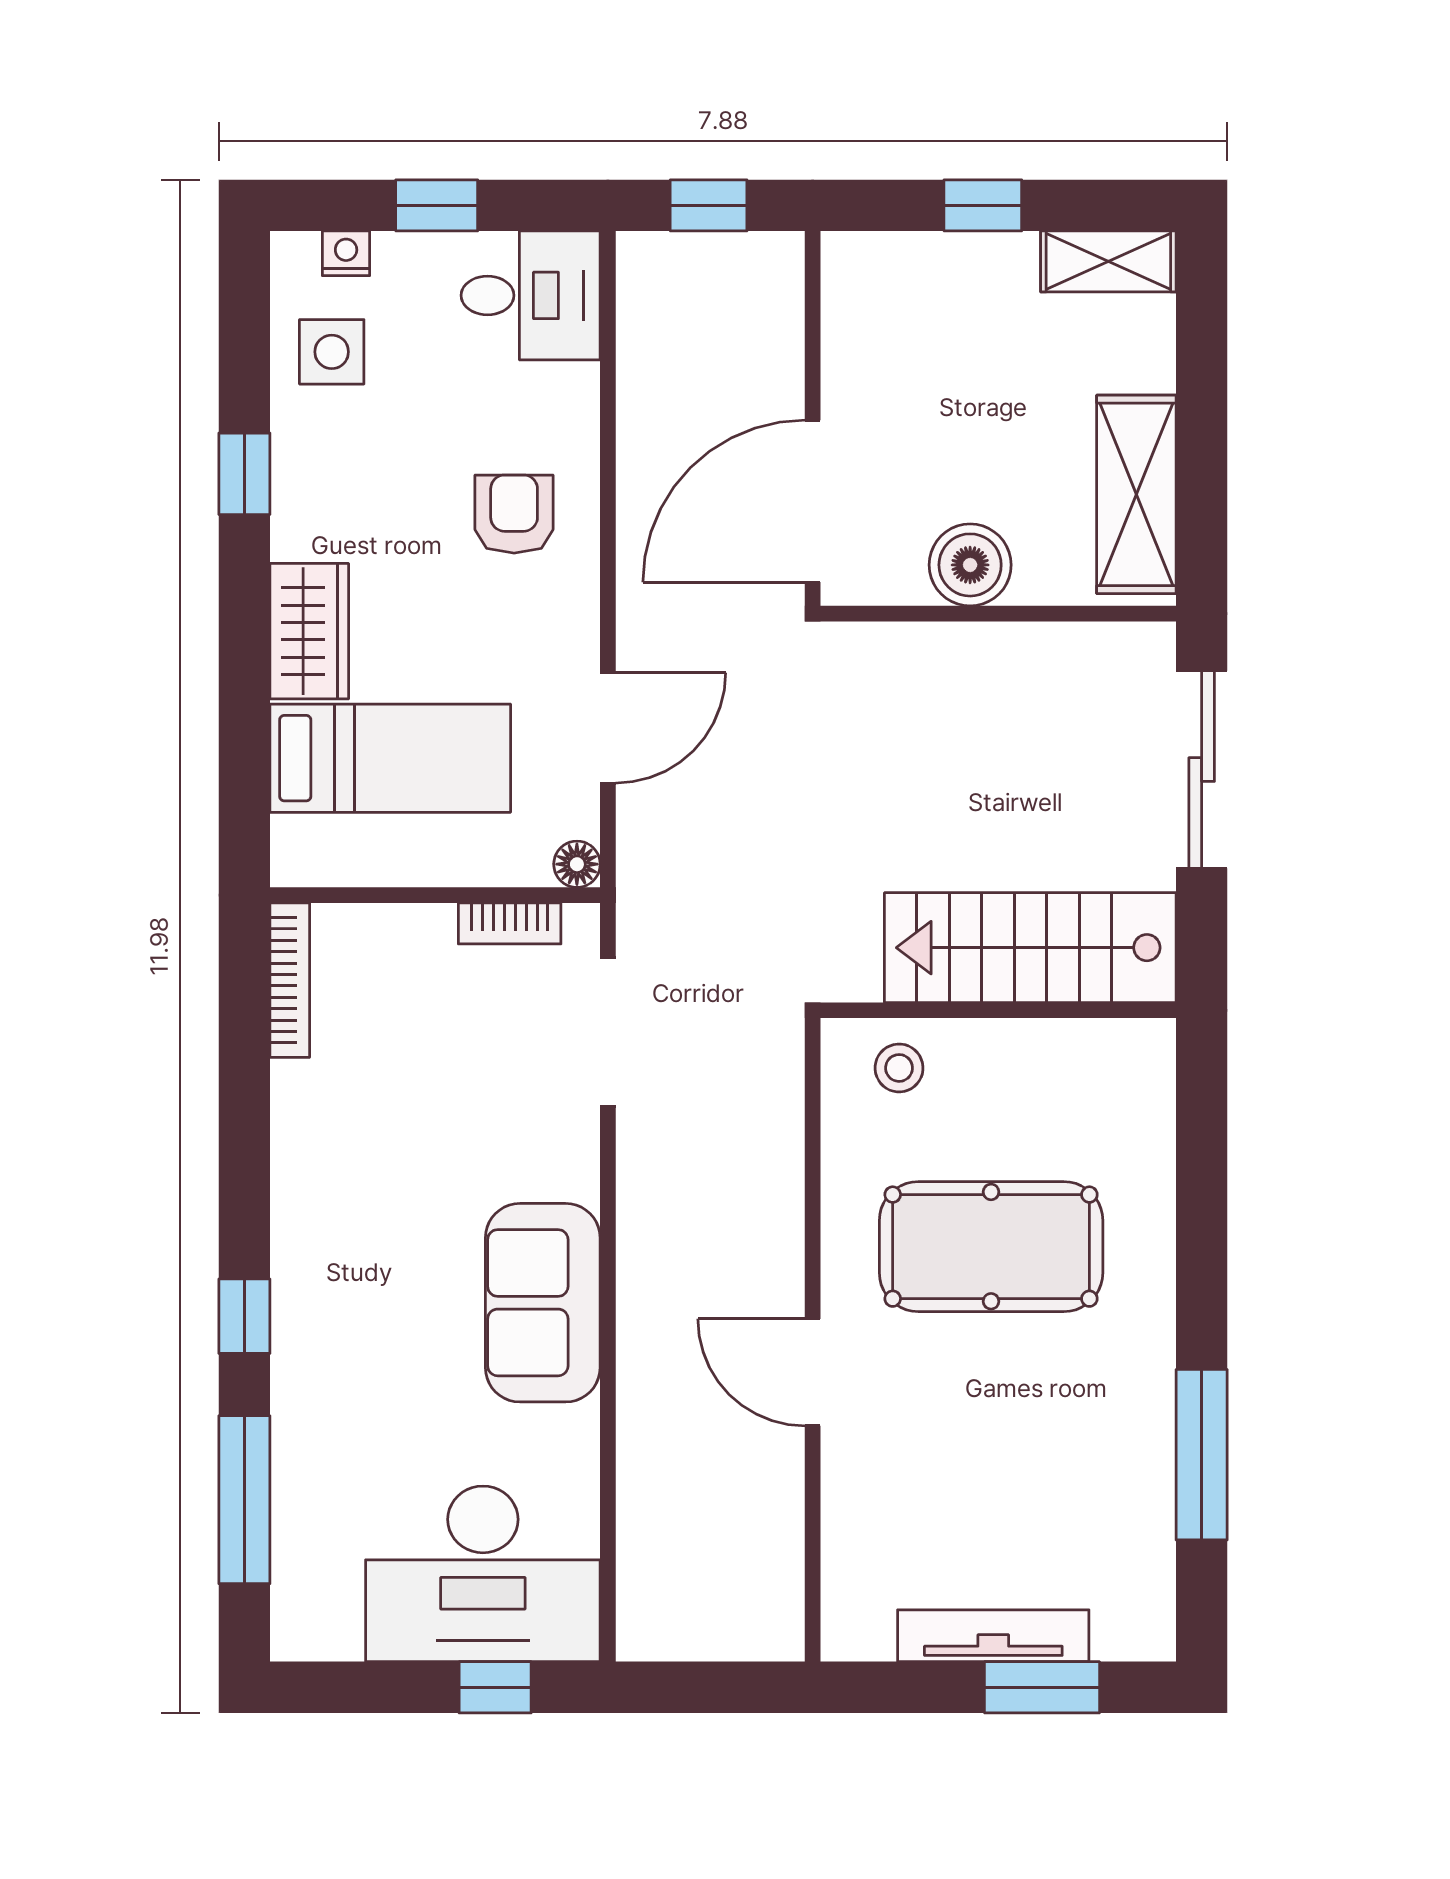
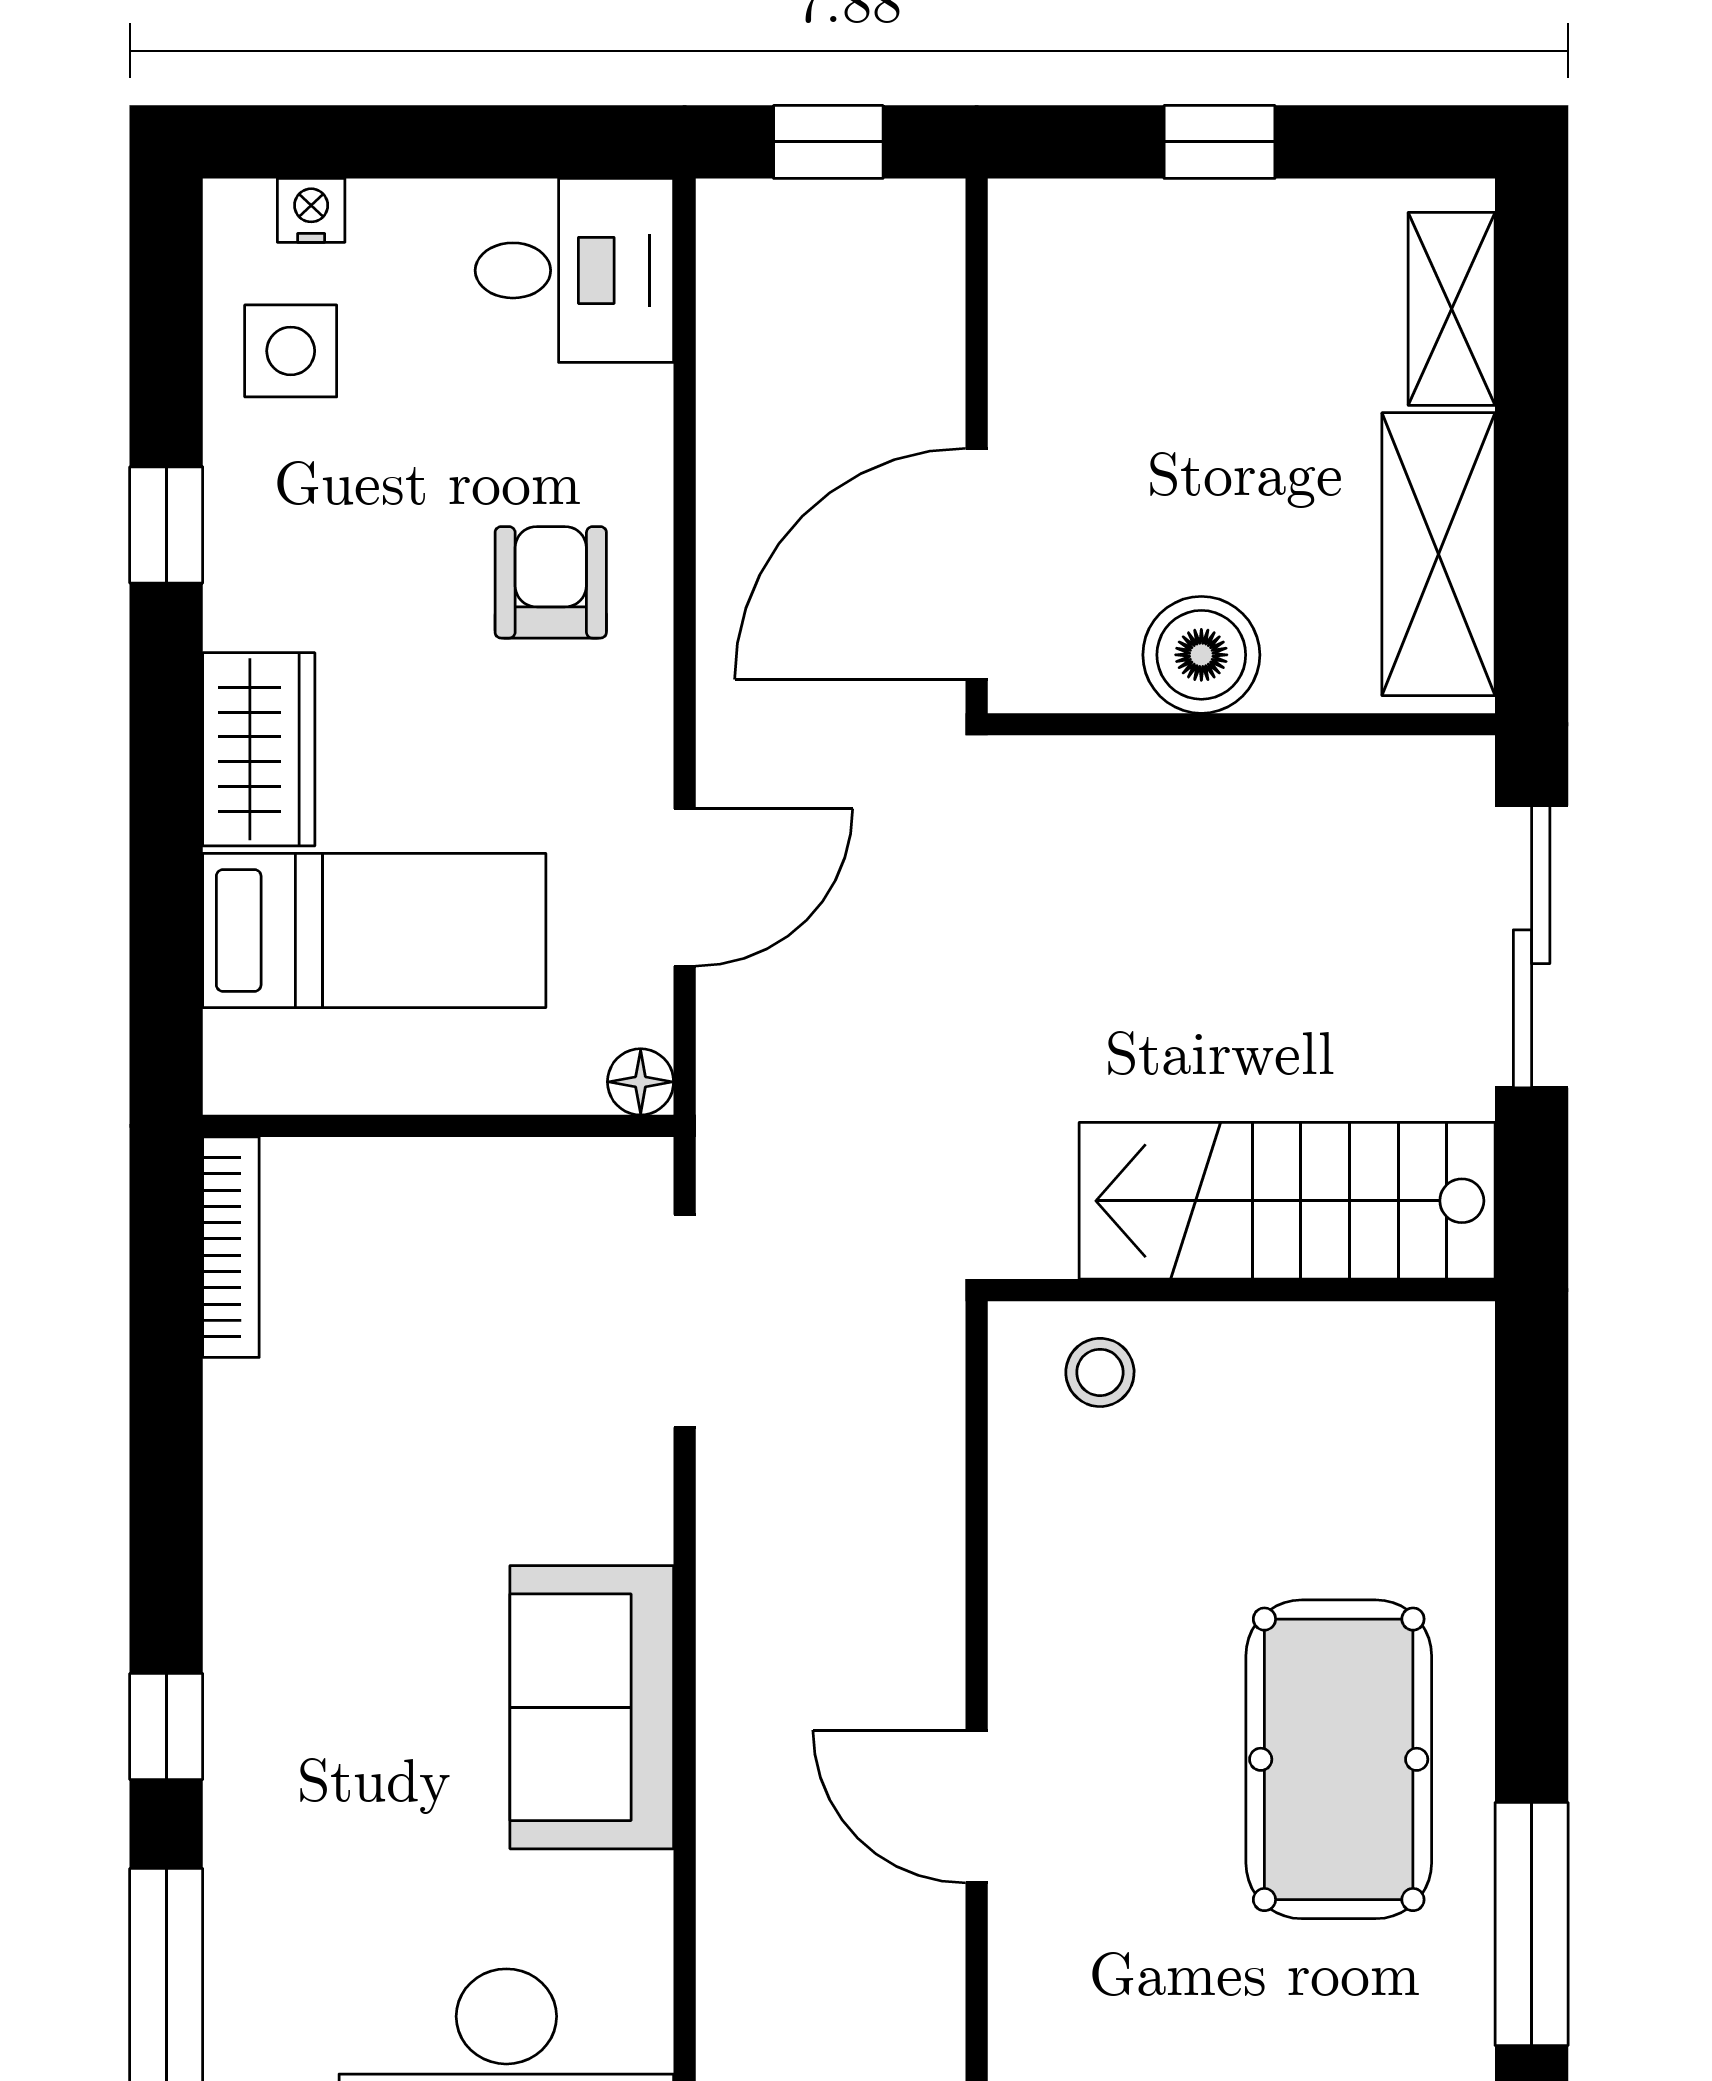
window: (437, 205) -> (440, 142), removed
shelving: (1108, 261) -> (1452, 309), moved, turned 90
bookcase: (510, 923) -> (544, 1166), removed
pool table: (991, 1247) -> (1339, 1759), moved, turned 90

